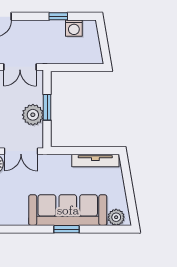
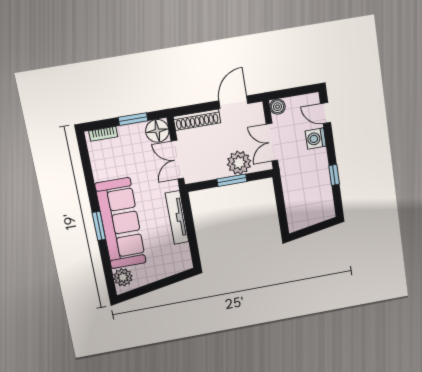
washing machine: (74, 28) -> (316, 139), moved
plant: (33, 115) -> (239, 163), moved
tv unit: (95, 160) -> (177, 217), moved

